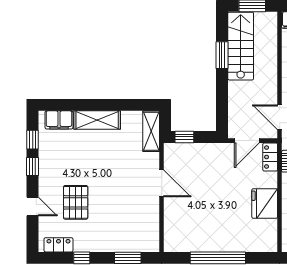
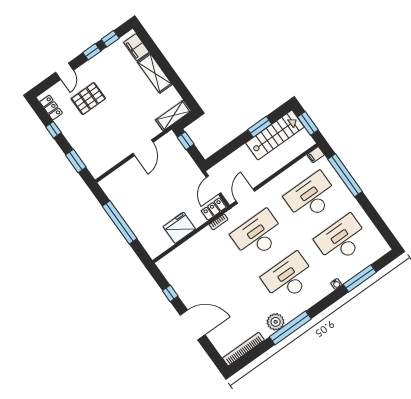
door: (247, 141) -> (214, 185), hinge flipped

